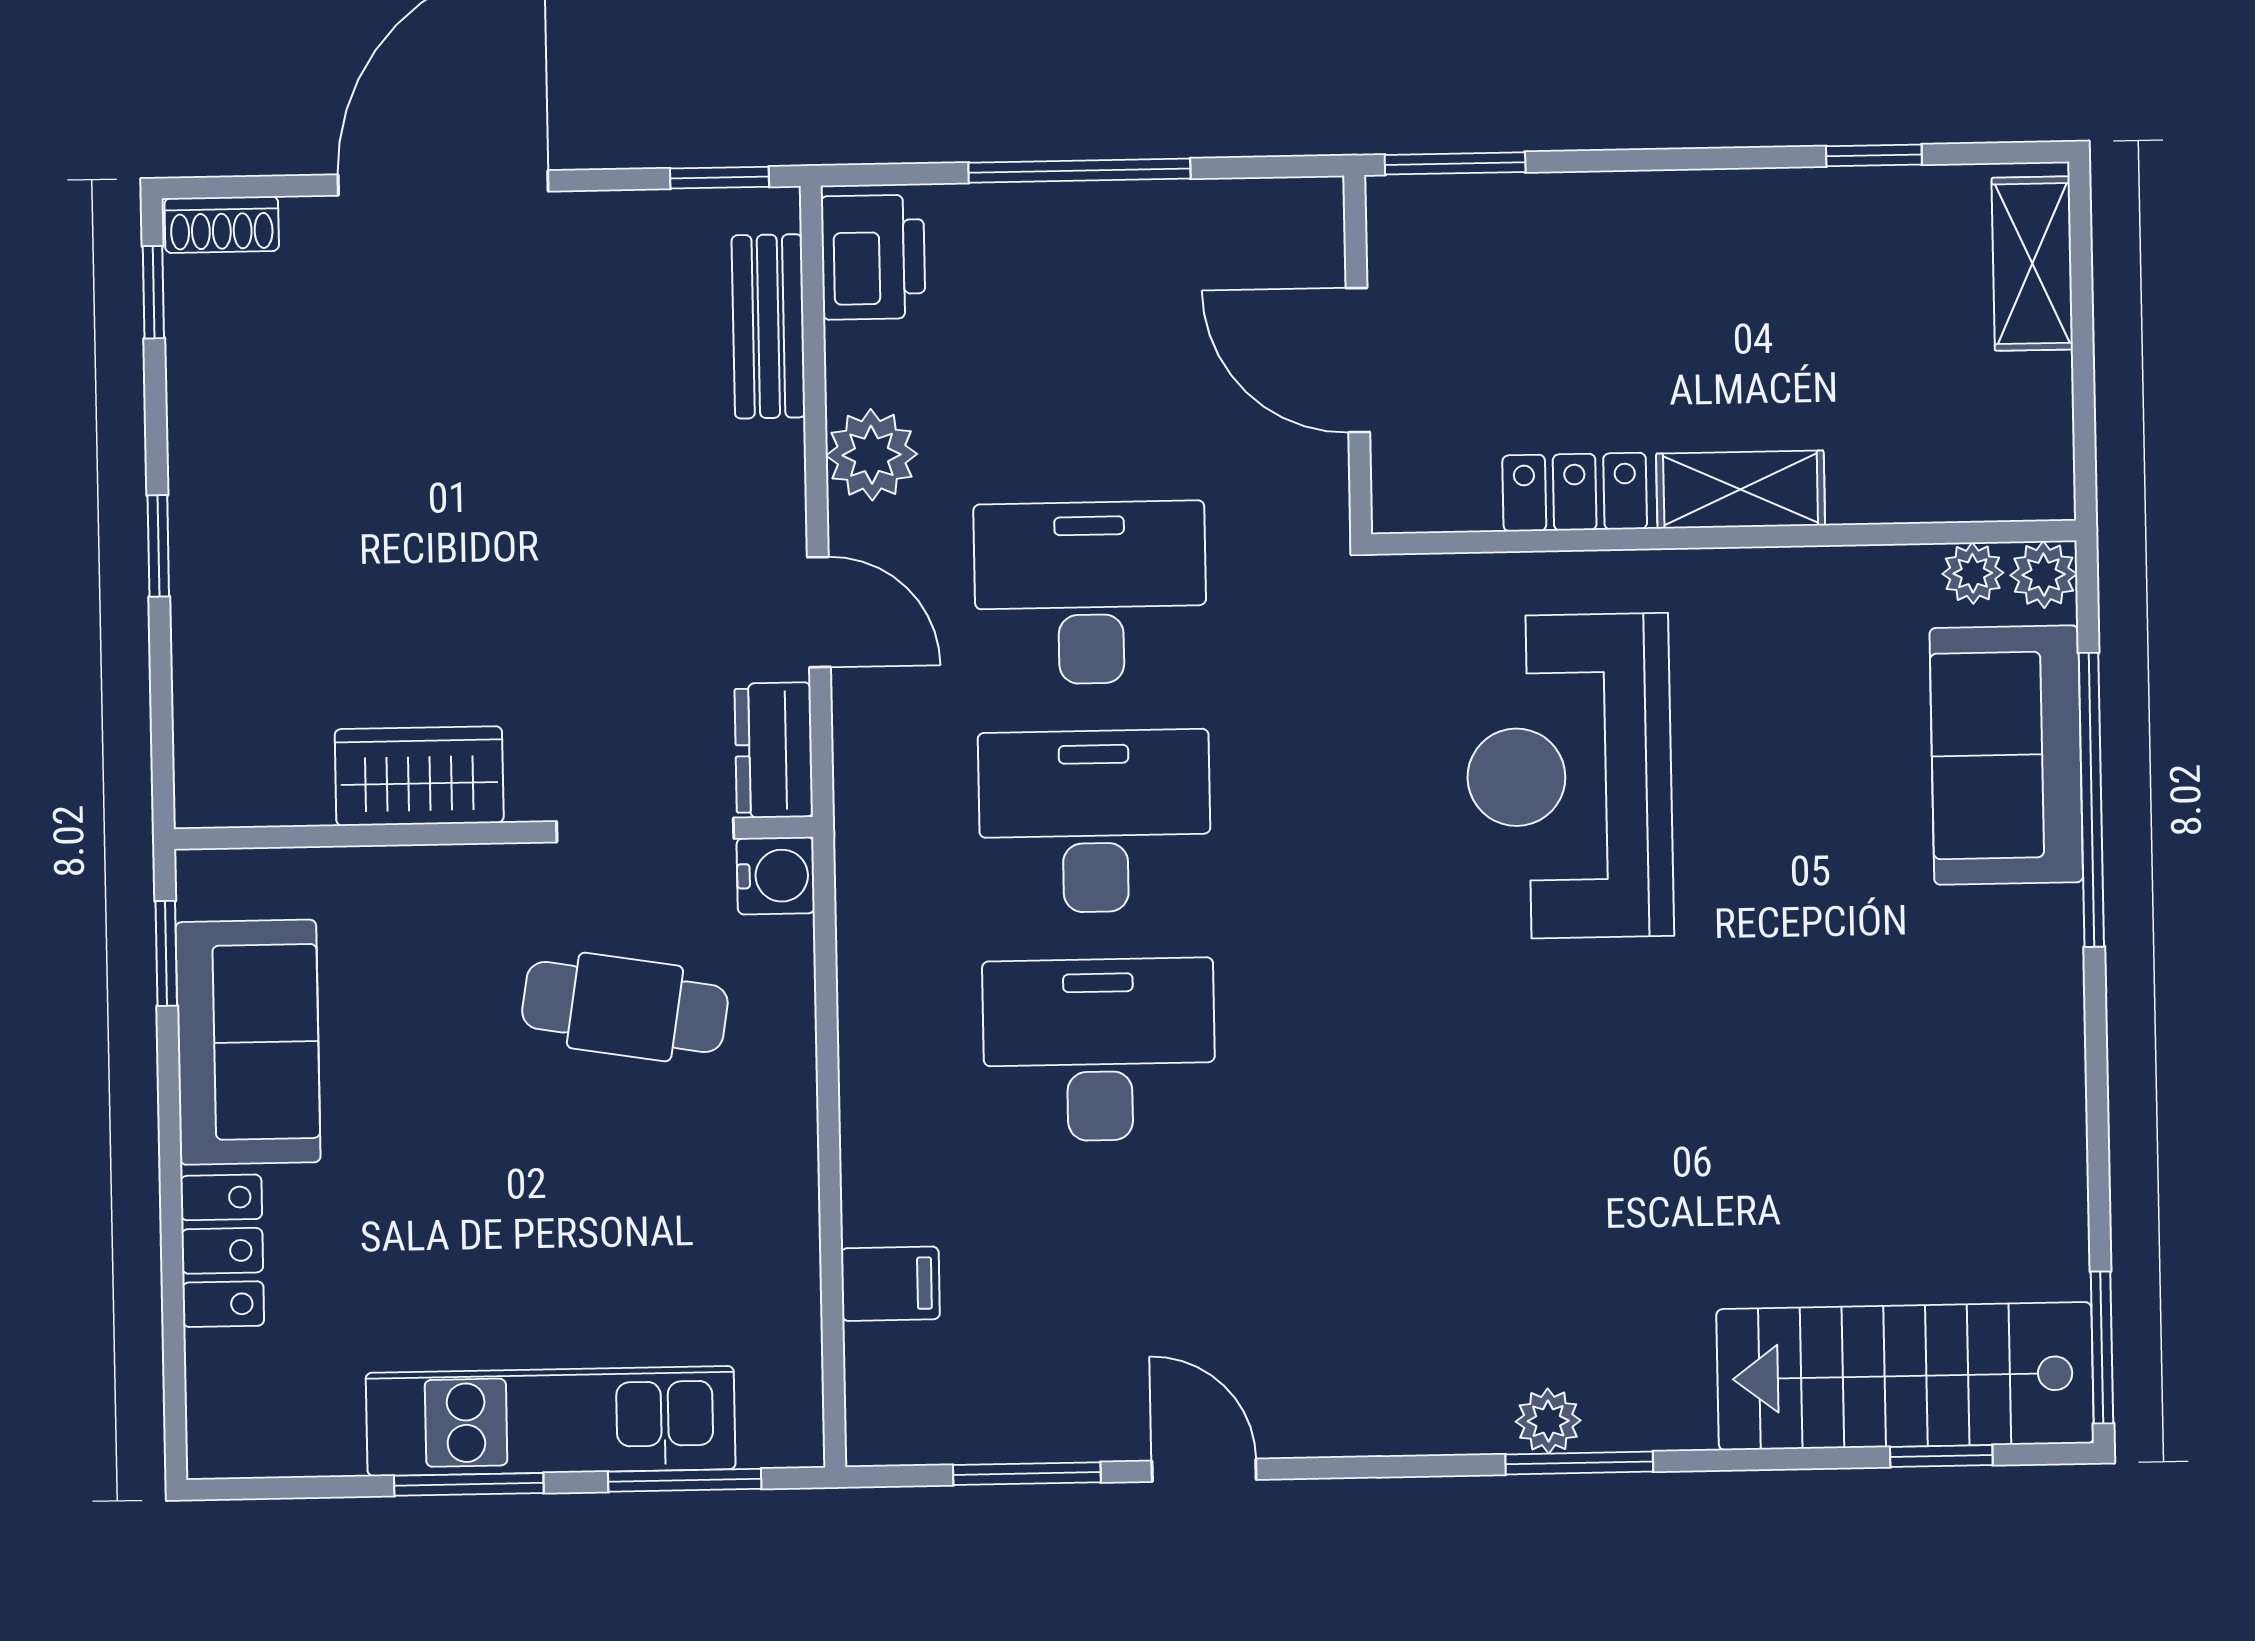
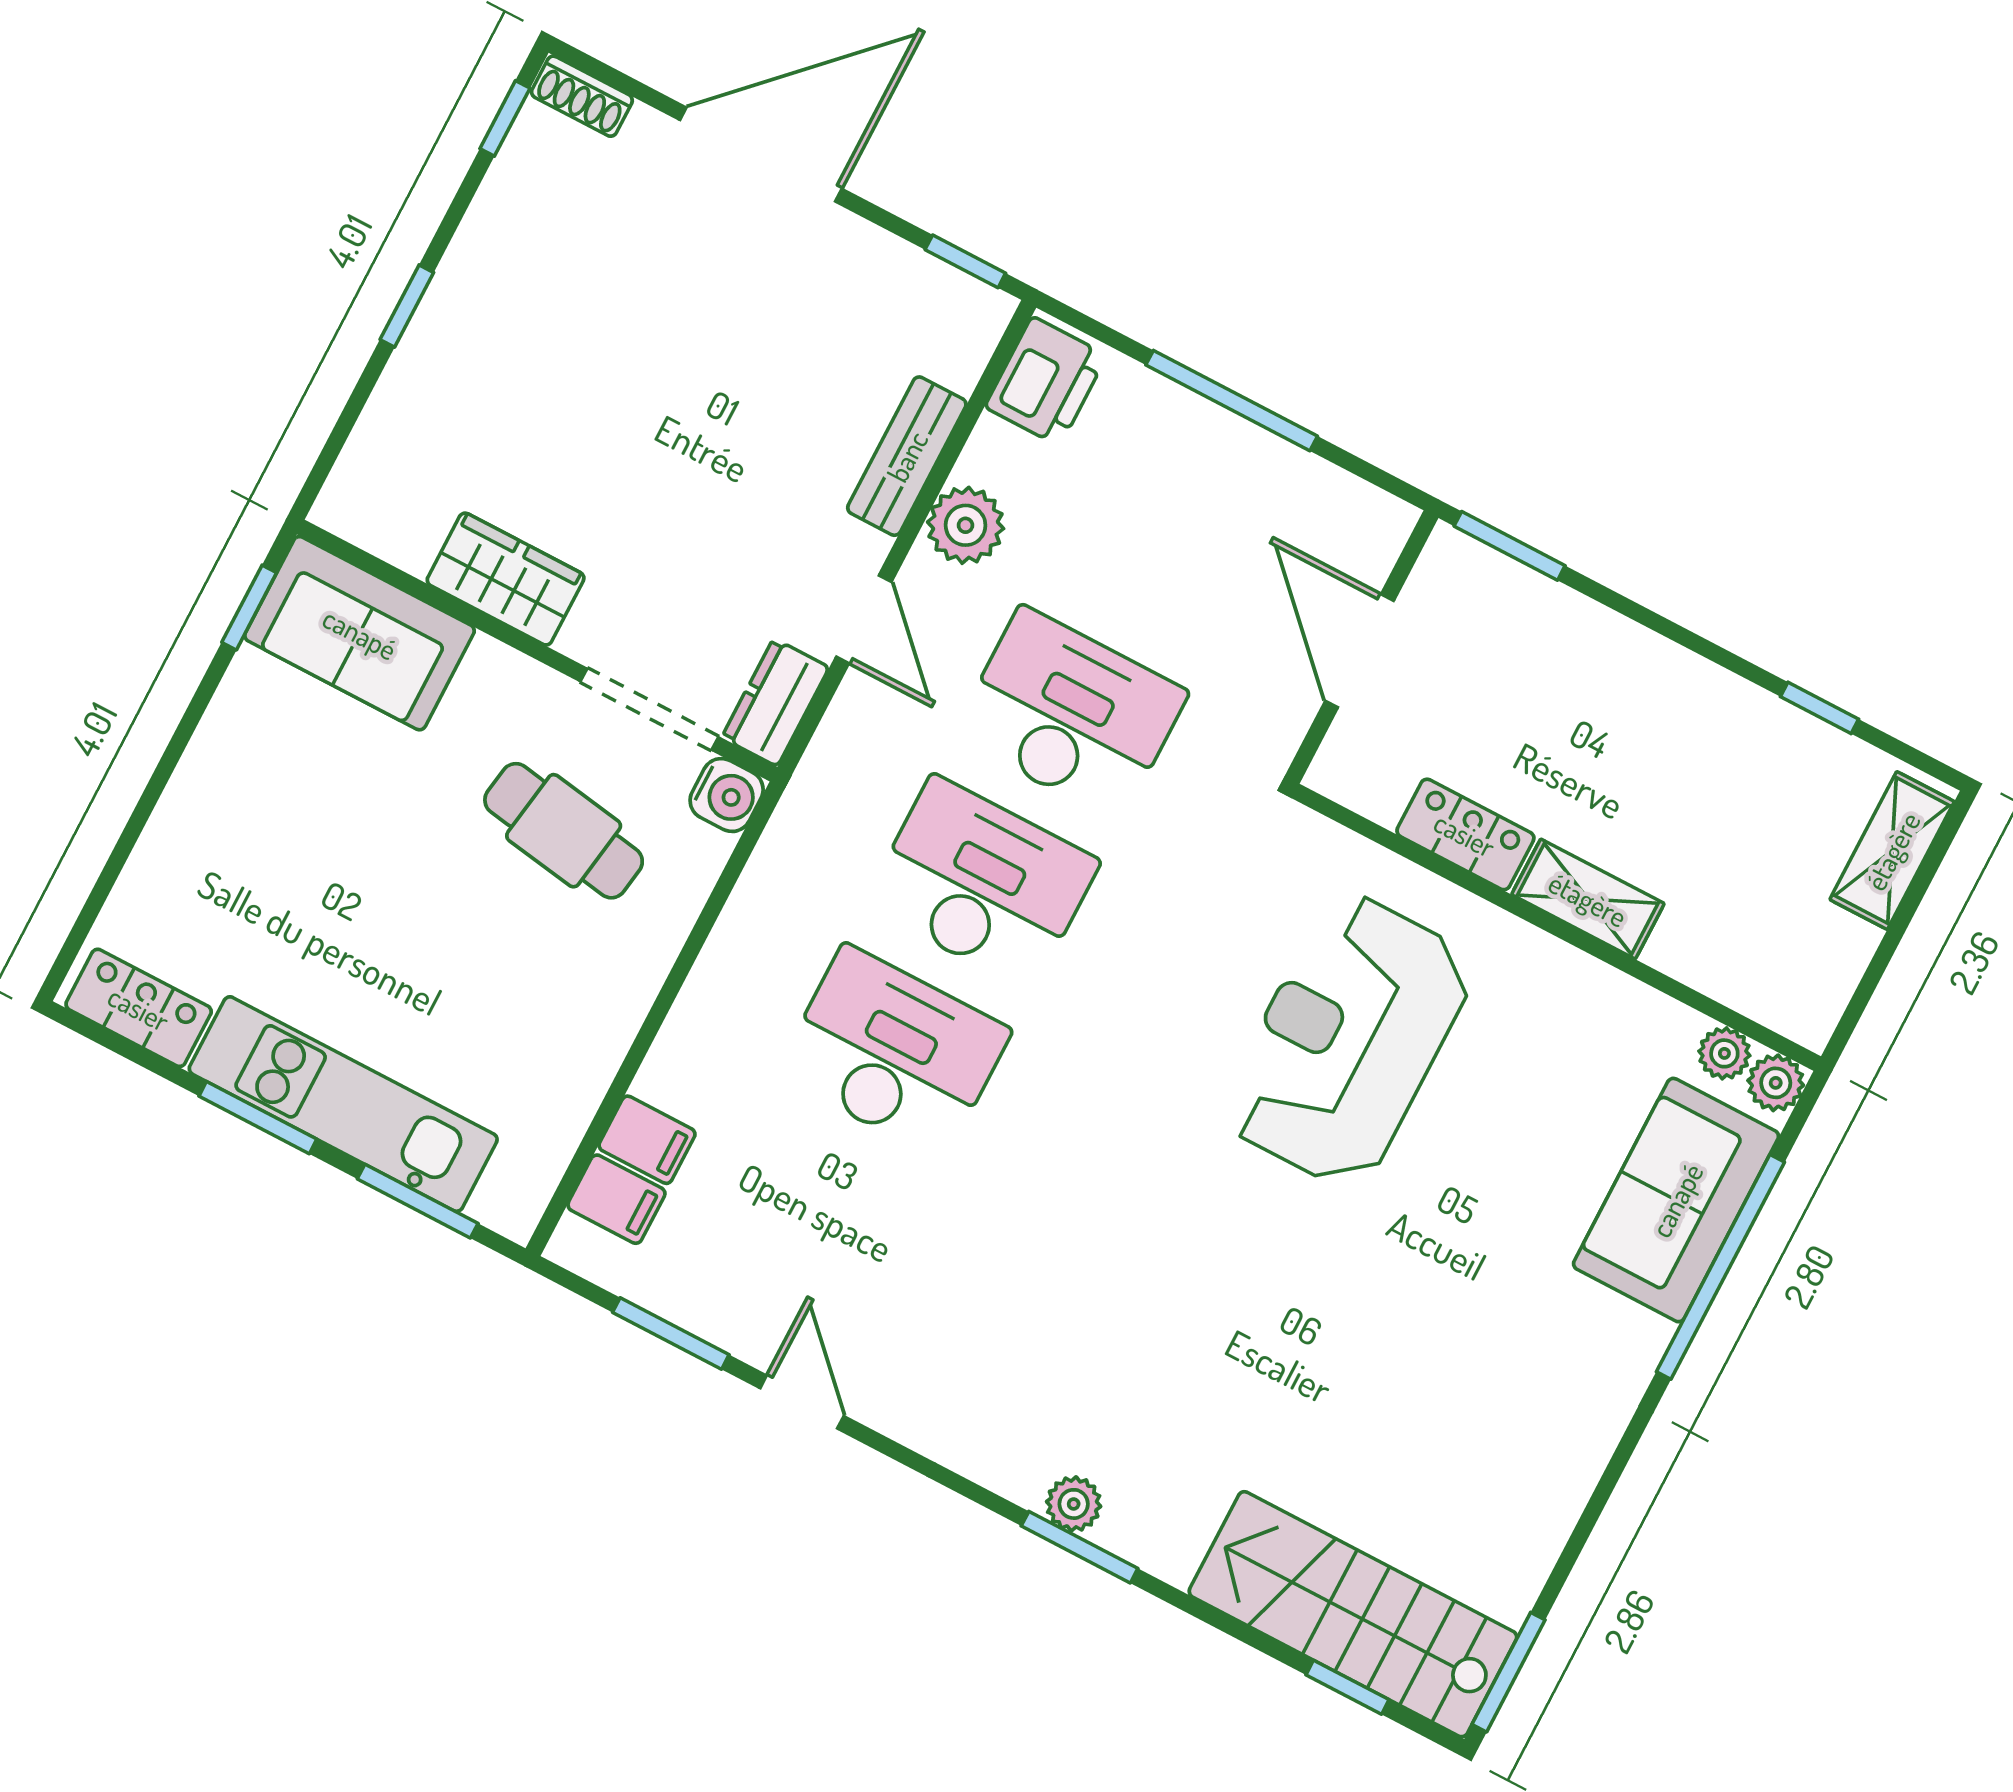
bench: (768, 326) -> (907, 456), moved
sofa: (248, 1042) -> (360, 633), moved, turned 90
locker: (222, 1251) -> (139, 1008), moved, turned -90
filing cabinet: (892, 1364) -> (616, 1199), added

